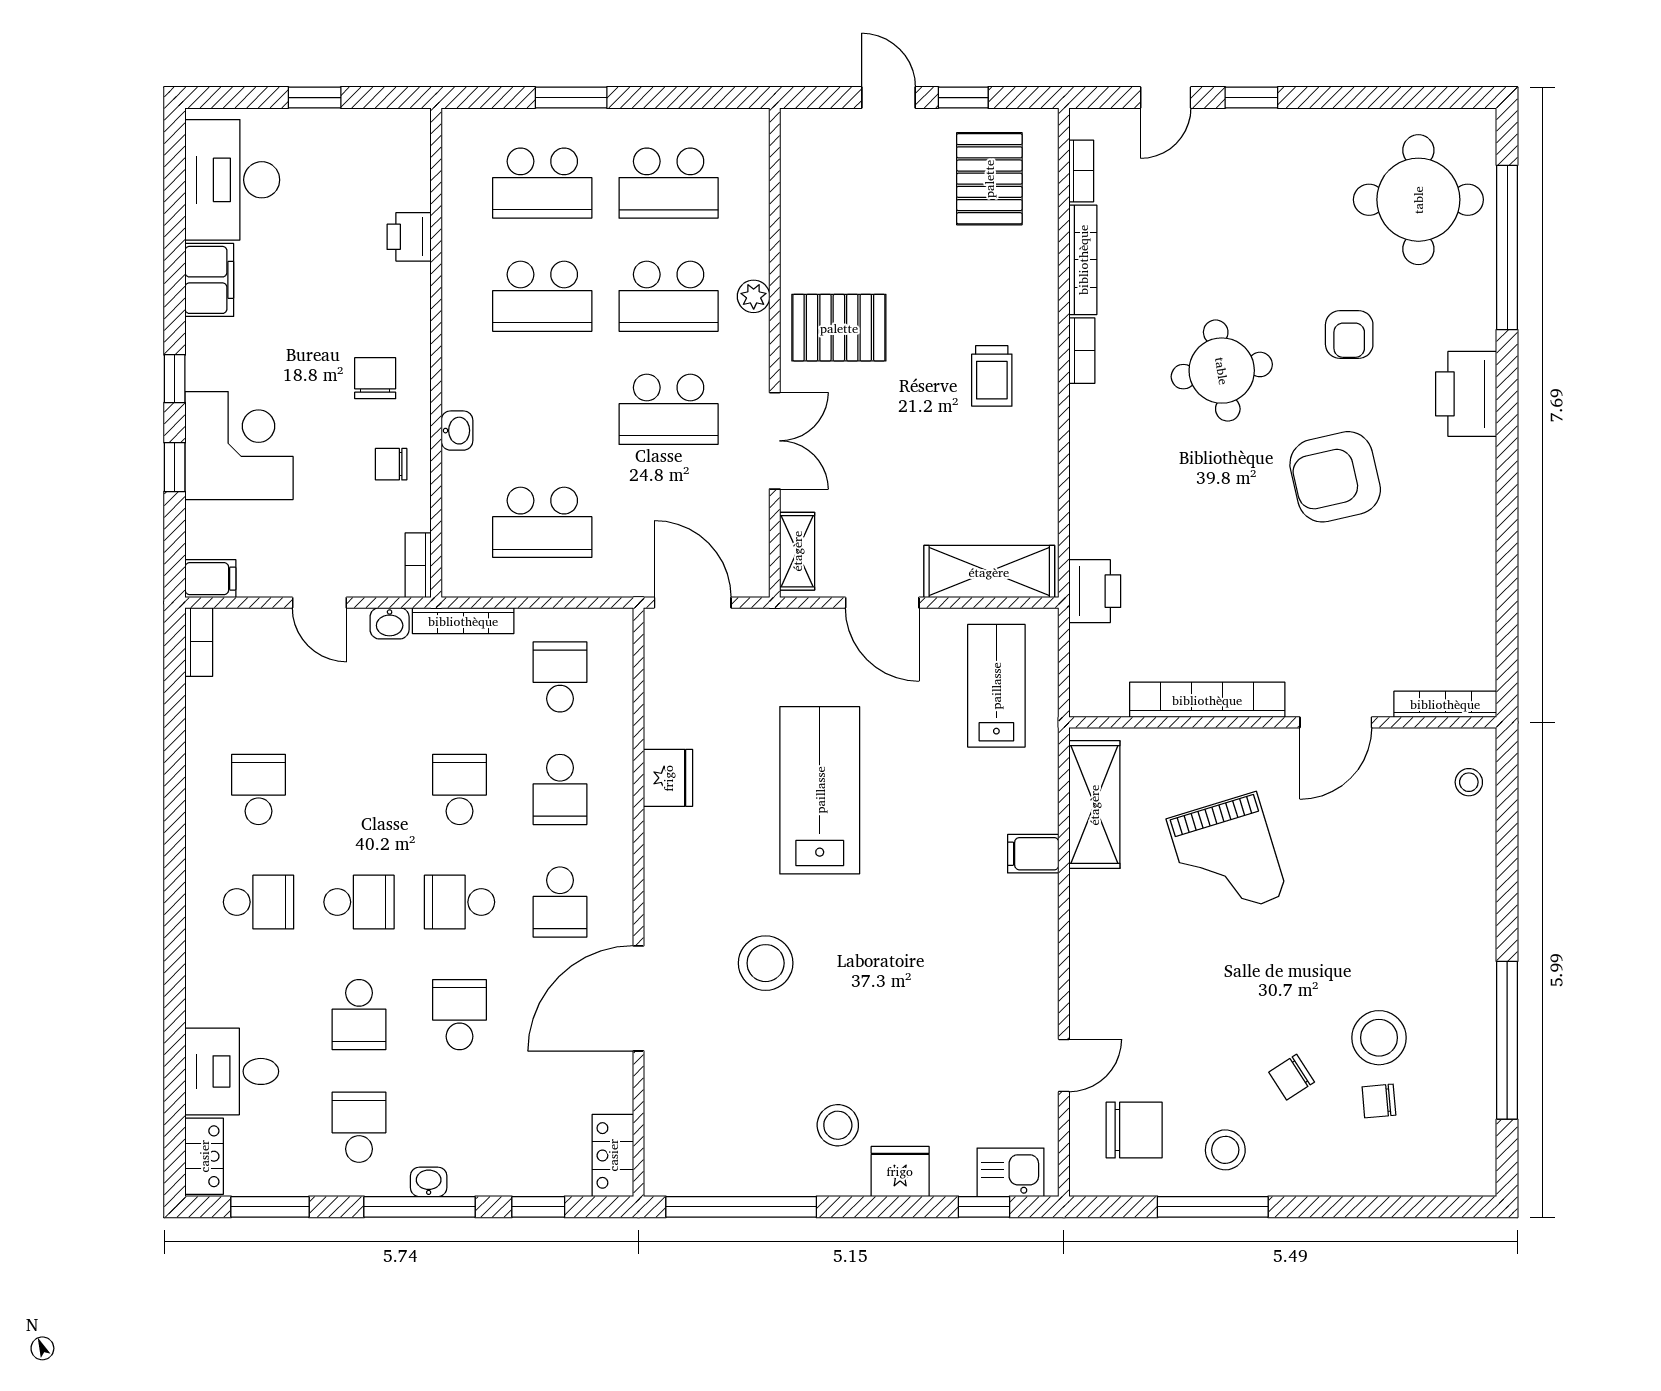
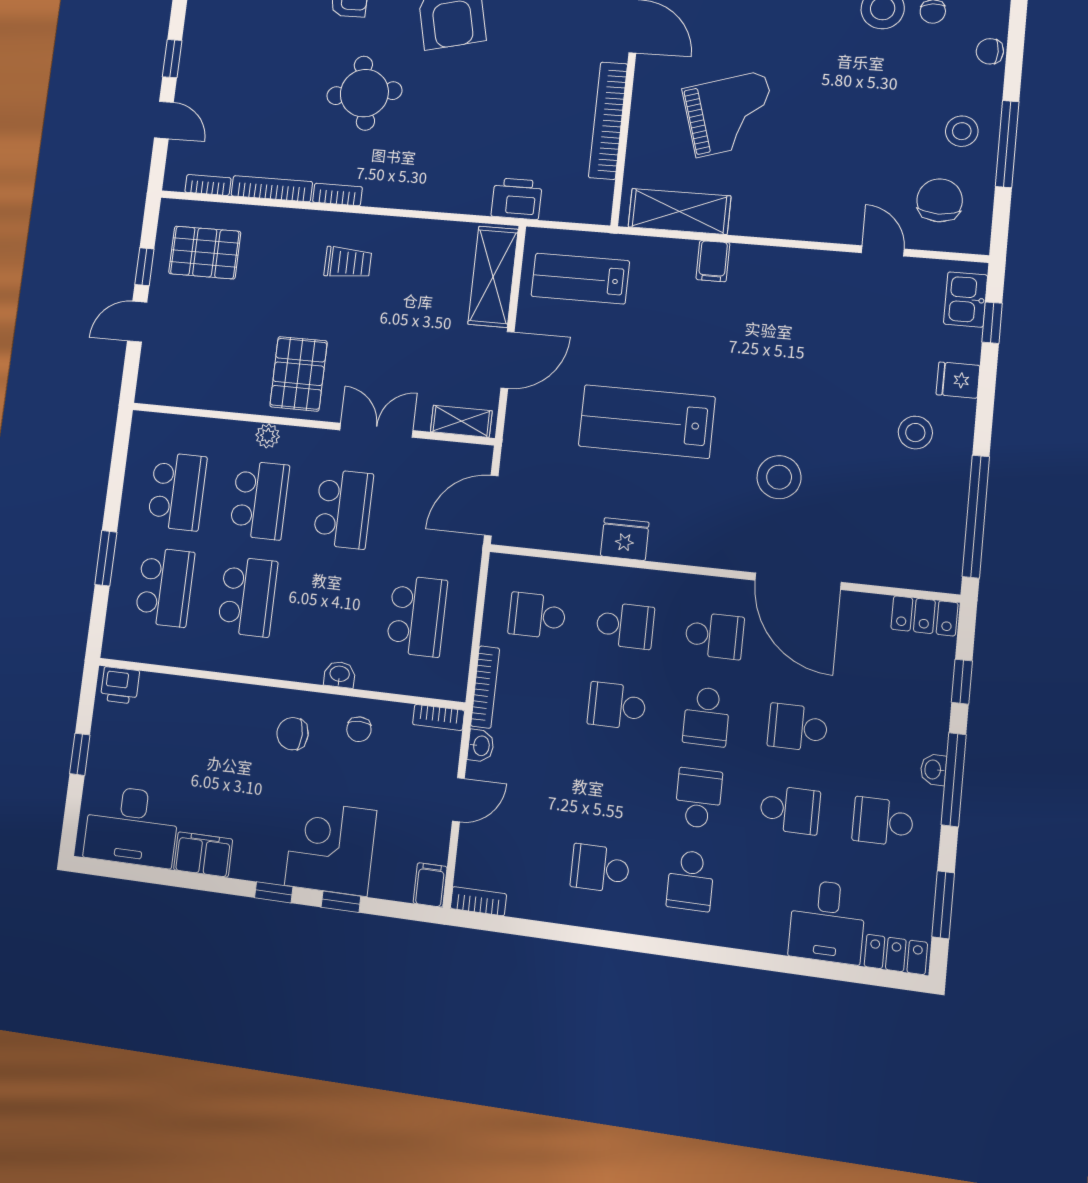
printer: (409, 237) -> (120, 685), moved
school desk: (259, 902) -> (690, 881), turned 180
chair: (1292, 1077) -> (990, 51), moved, turned 123
fridge: (900, 1171) -> (958, 380), width x0.72

